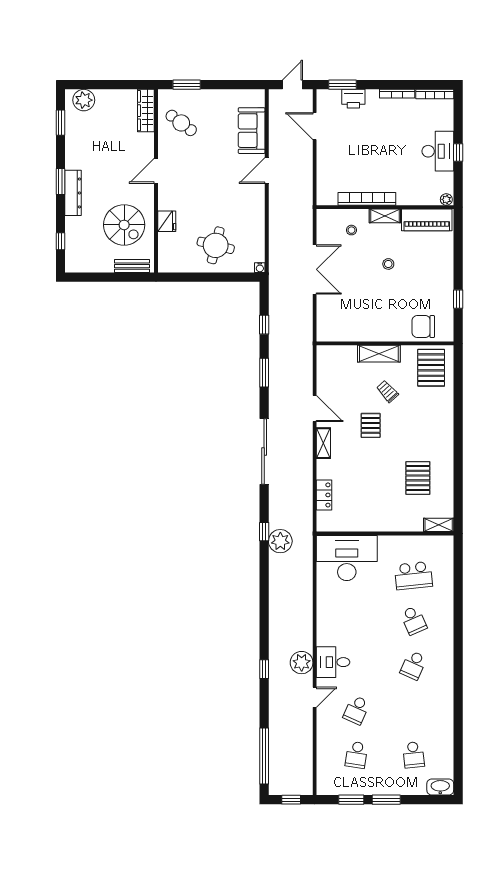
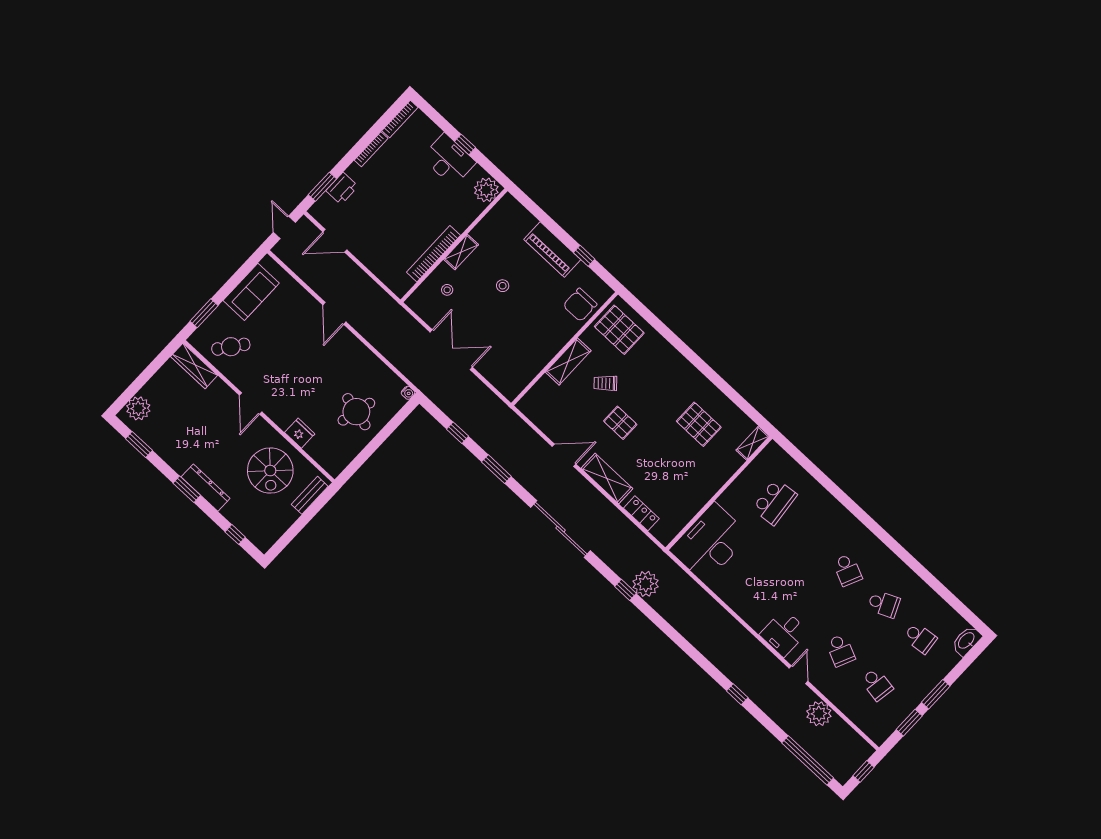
sofa: (252, 131) -> (251, 292), moved, turned -90
plant: (446, 199) -> (486, 190), width x1.88, depth x1.88
piano: (427, 220) -> (552, 249), moved, turned 90
spiral stairs: (124, 225) -> (270, 471), turned 90
shelving: (323, 443) -> (607, 478), width x1.50, depth x1.33
school desk: (414, 620) -> (884, 604), moved
plant: (302, 663) -> (819, 714), moved

